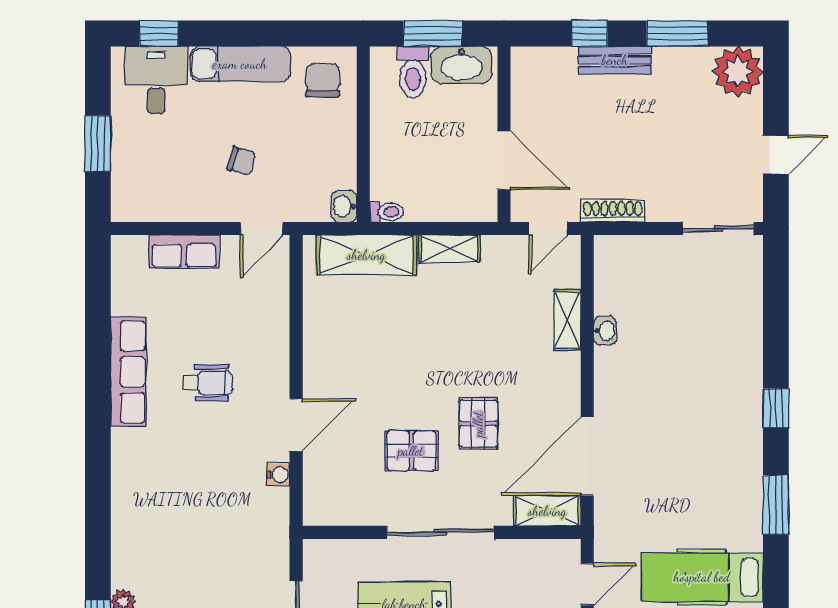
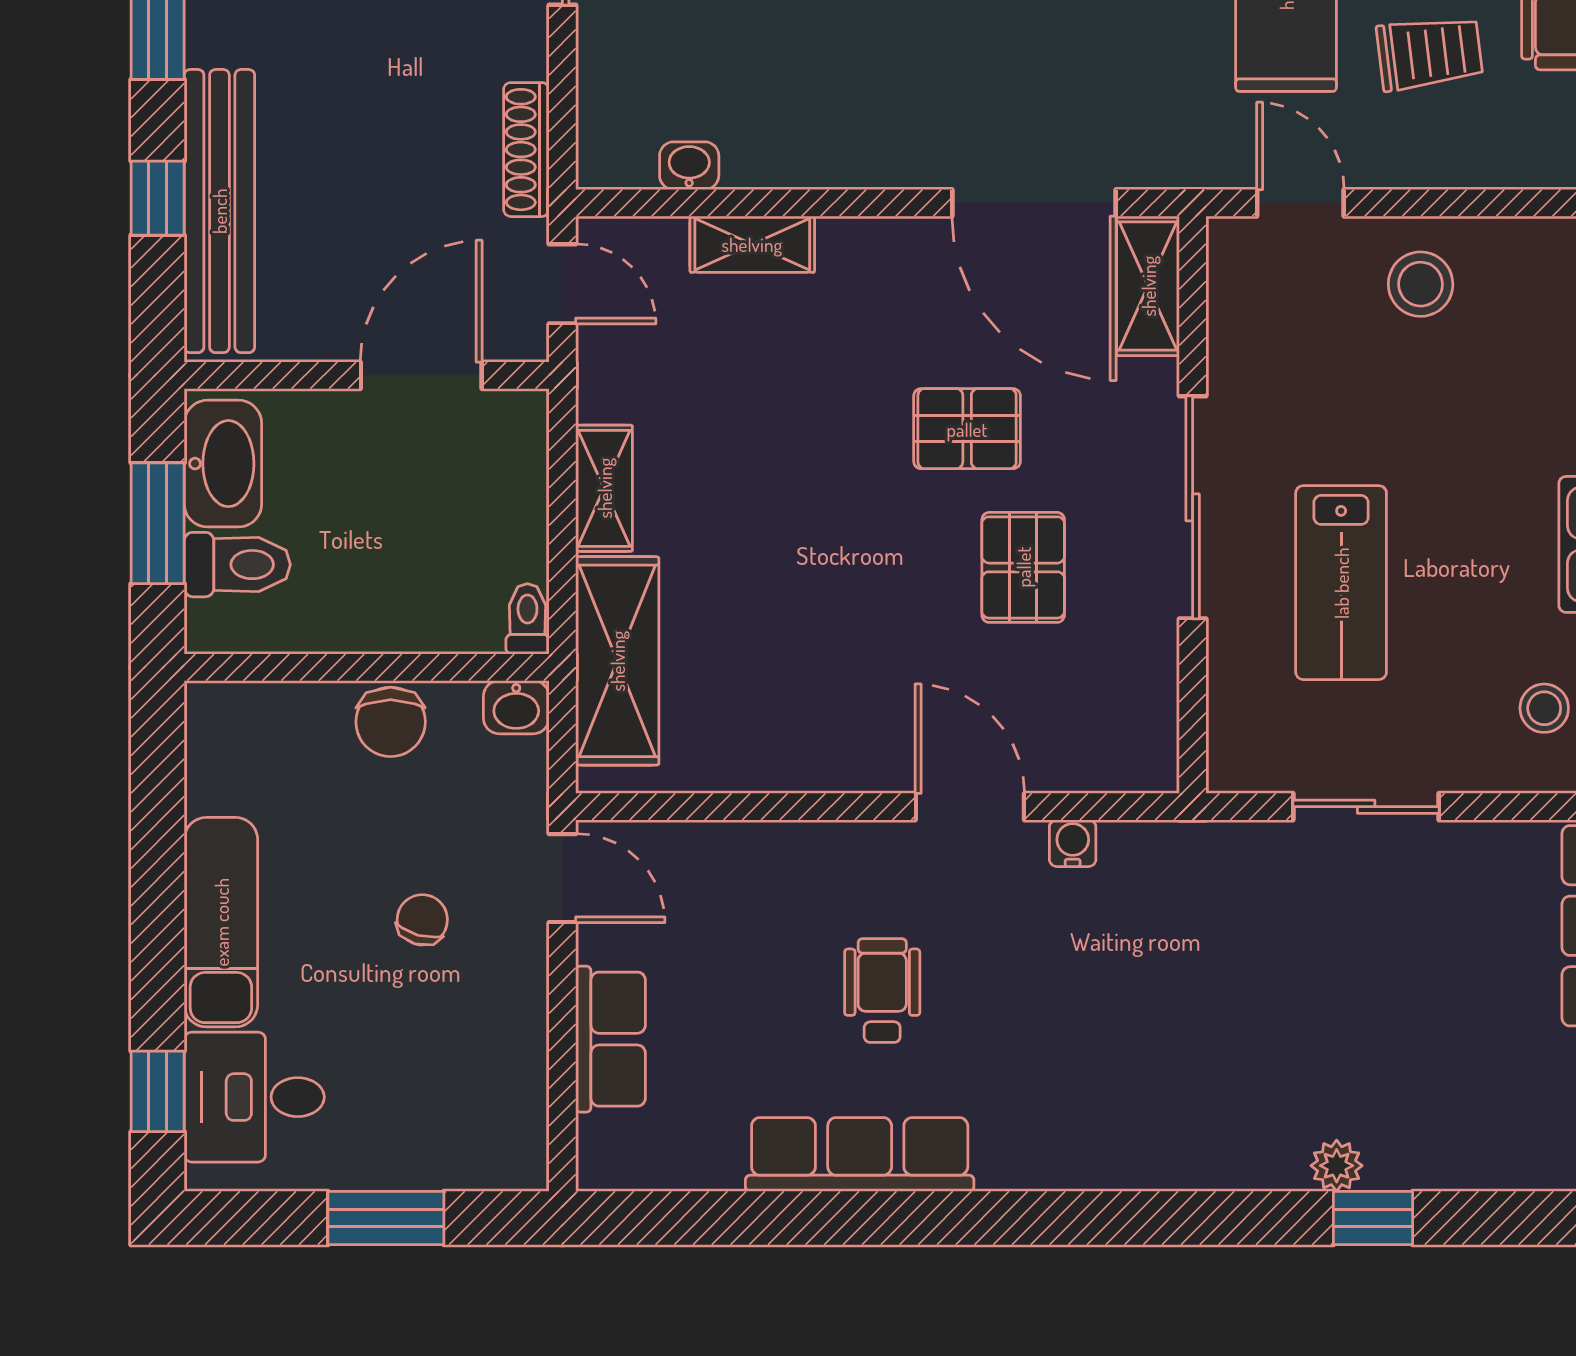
bench: (615, 60) -> (219, 211), width x1.86, depth x1.21
chair: (323, 80) -> (391, 722), moved, turned -90
washbasin: (605, 331) -> (689, 166), moved

